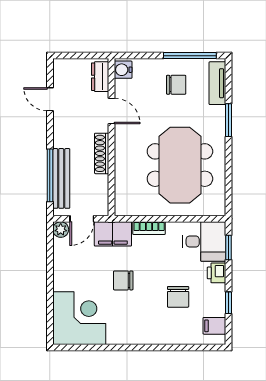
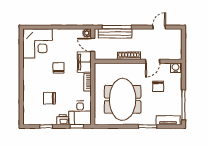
dresser: (100, 77) -> (172, 55), removed
chair: (176, 85) -> (158, 86), moved
meeting table: (180, 165) -> (123, 99), turned 90
filing cabinet: (214, 326) -> (33, 118), removed

